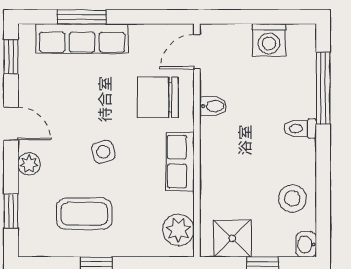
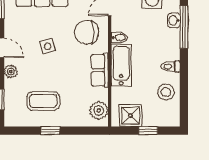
toilet: (300, 129) -> (170, 67), moved
side table: (103, 152) -> (48, 46), moved
bathtub: (216, 153) -> (121, 65), added
washbasin: (306, 244) -> (174, 20), moved

